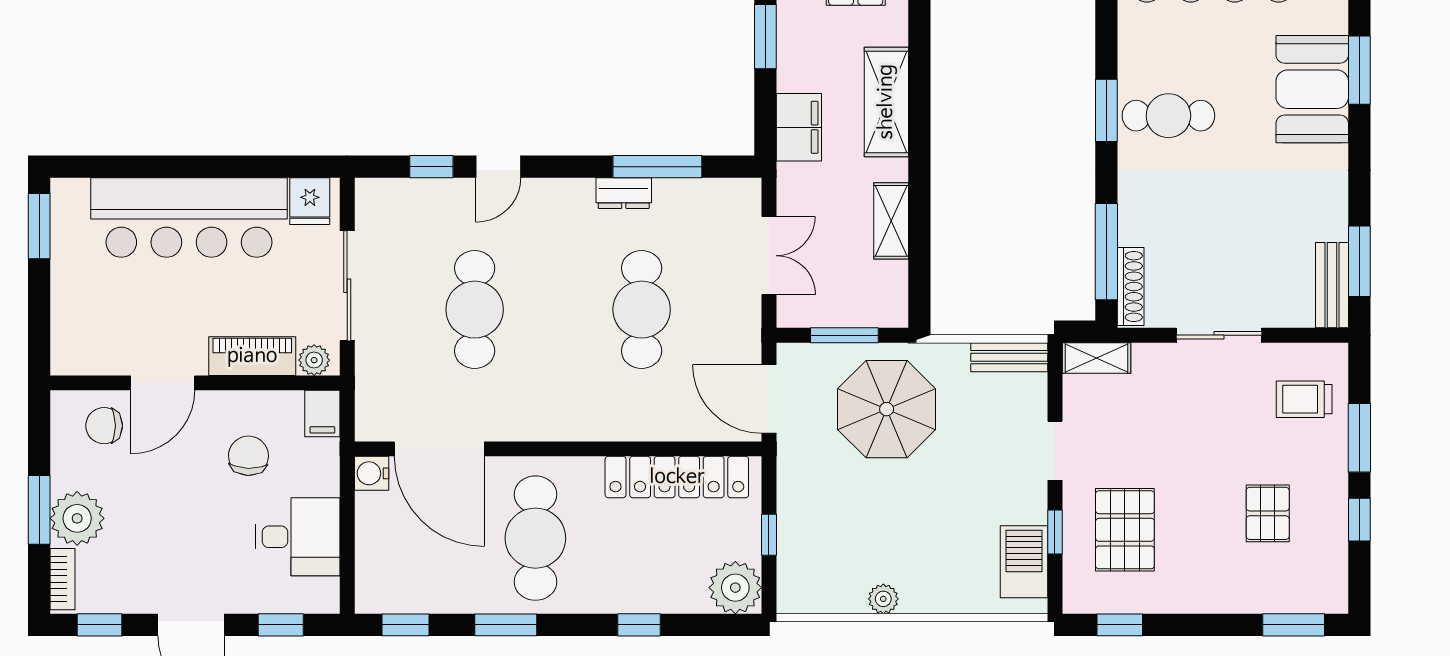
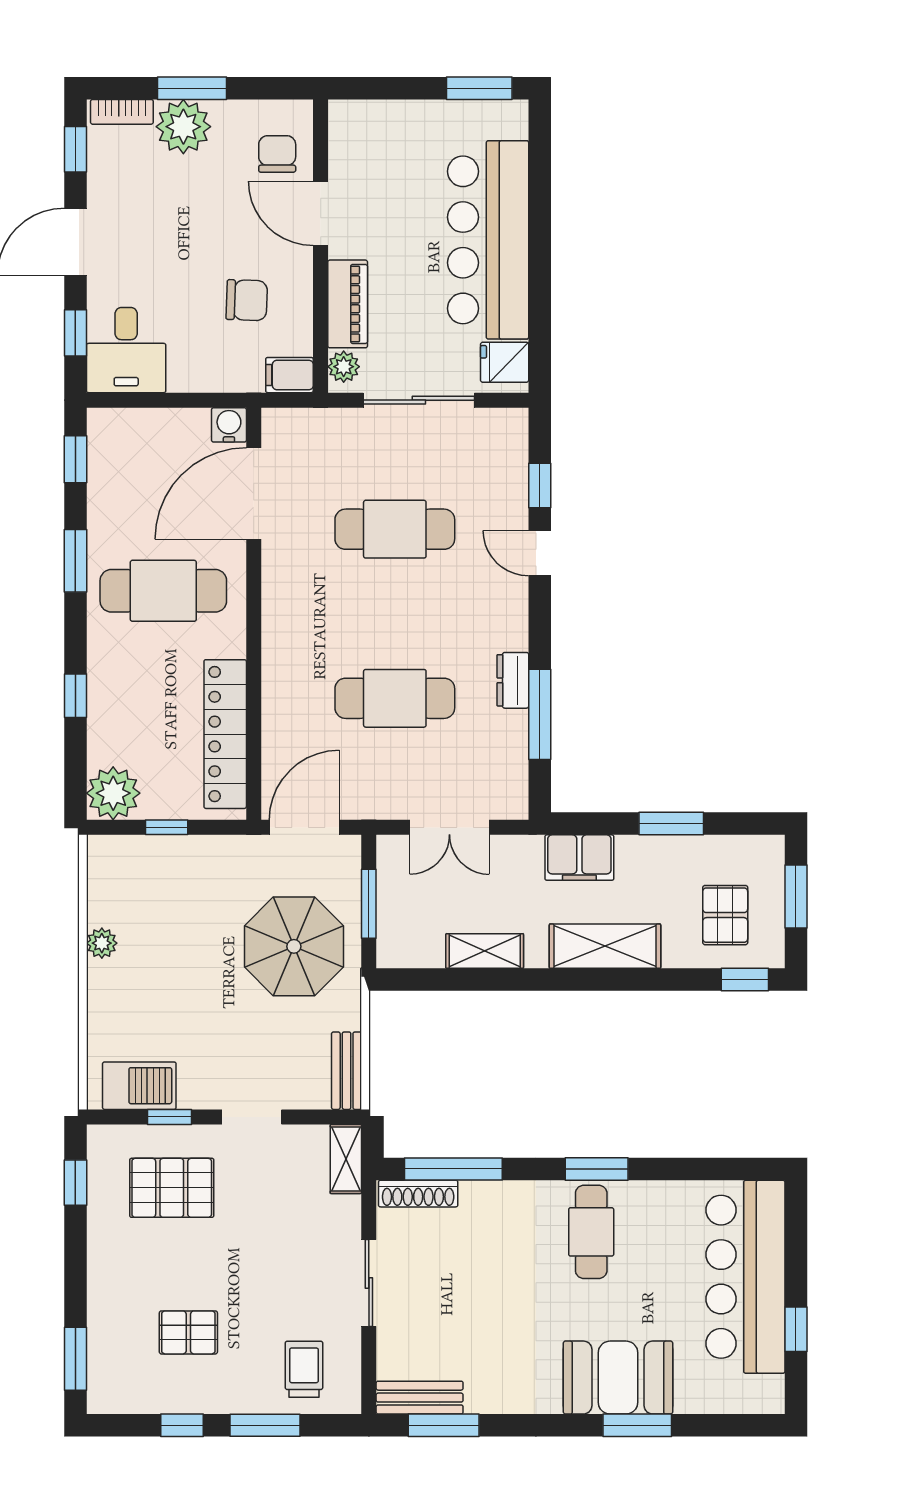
desk: (298, 537) -> (126, 350), moved

